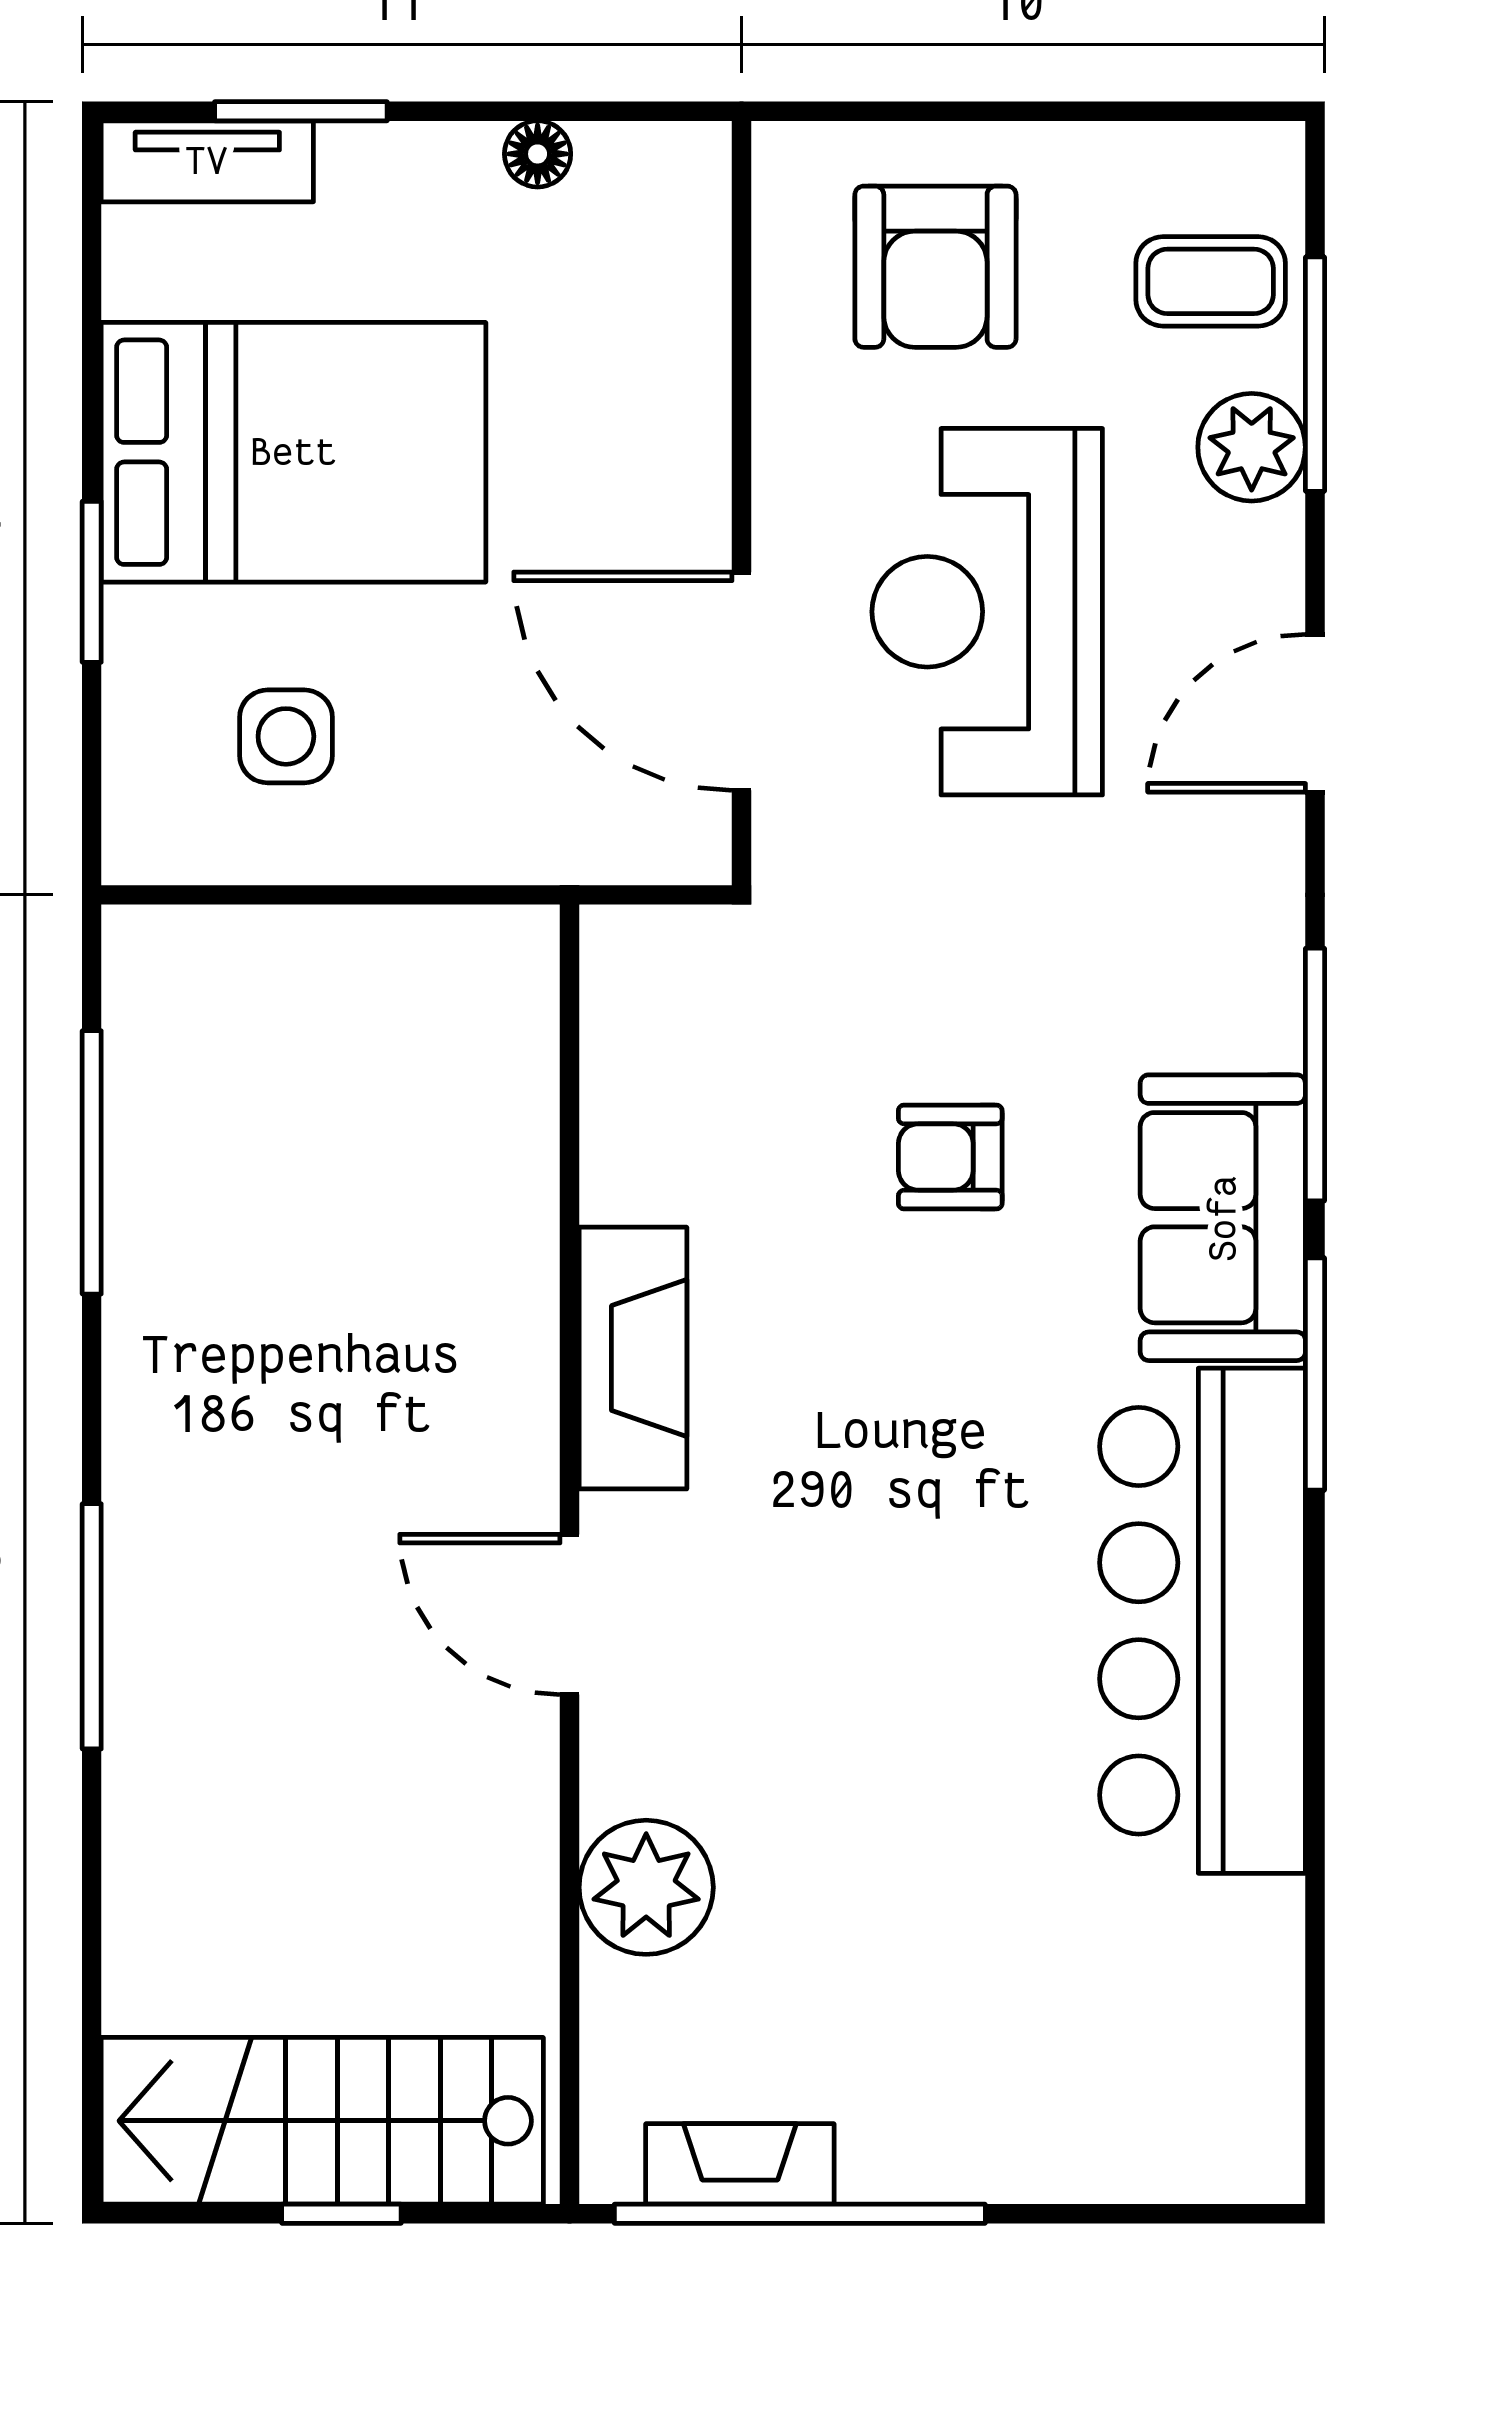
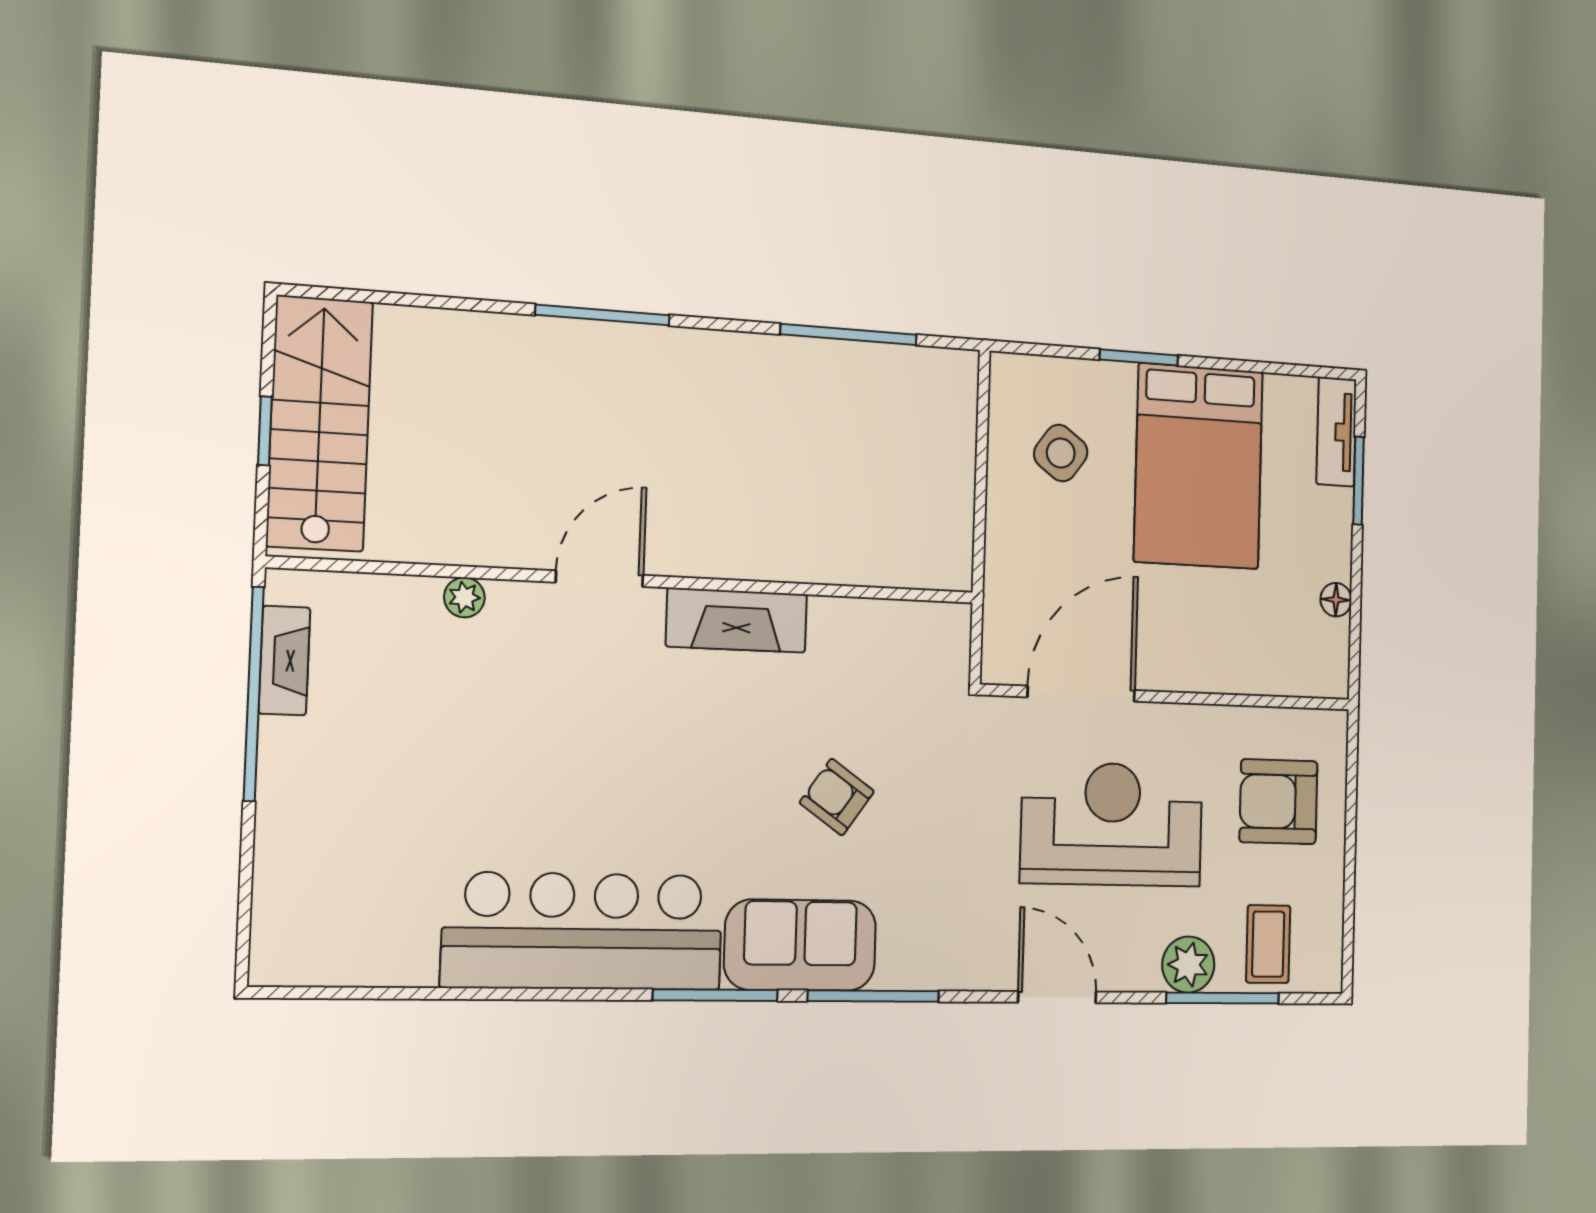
side table: (286, 736) -> (1061, 453), turned 36
armchair: (950, 1157) -> (837, 797), turned -55
plant: (646, 1887) -> (464, 597), width x0.53, depth x0.53

